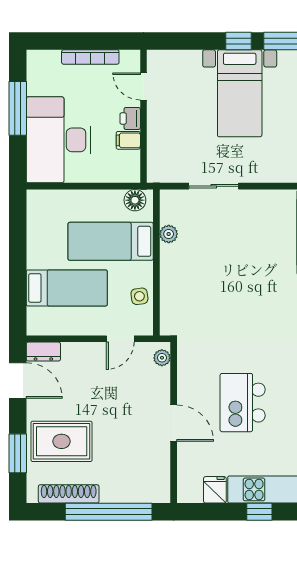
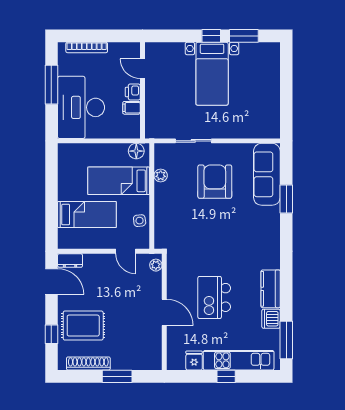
bookcase: (90, 57) -> (87, 47), moved
armchair: (243, 242) -> (215, 182), added
door: (120, 339) -> (126, 251), hinge flipped
window: (18, 453) -> (51, 334), width x0.67
window: (109, 512) -> (117, 376), width x0.47

